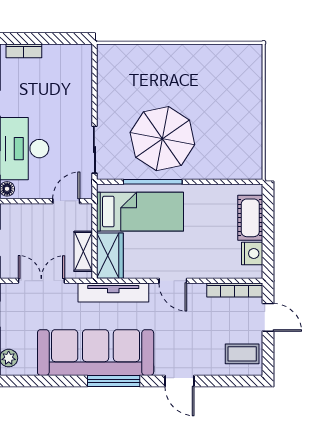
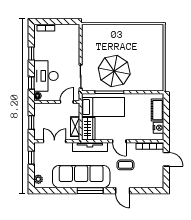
coffee table: (242, 354) -> (125, 165), moved

